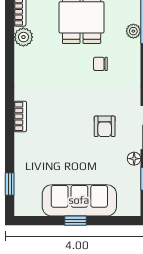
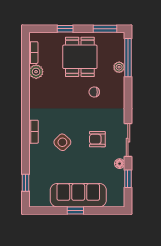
armchair: (105, 126) -> (97, 139), turned 90
side table: (58, 130) -> (62, 142), added

